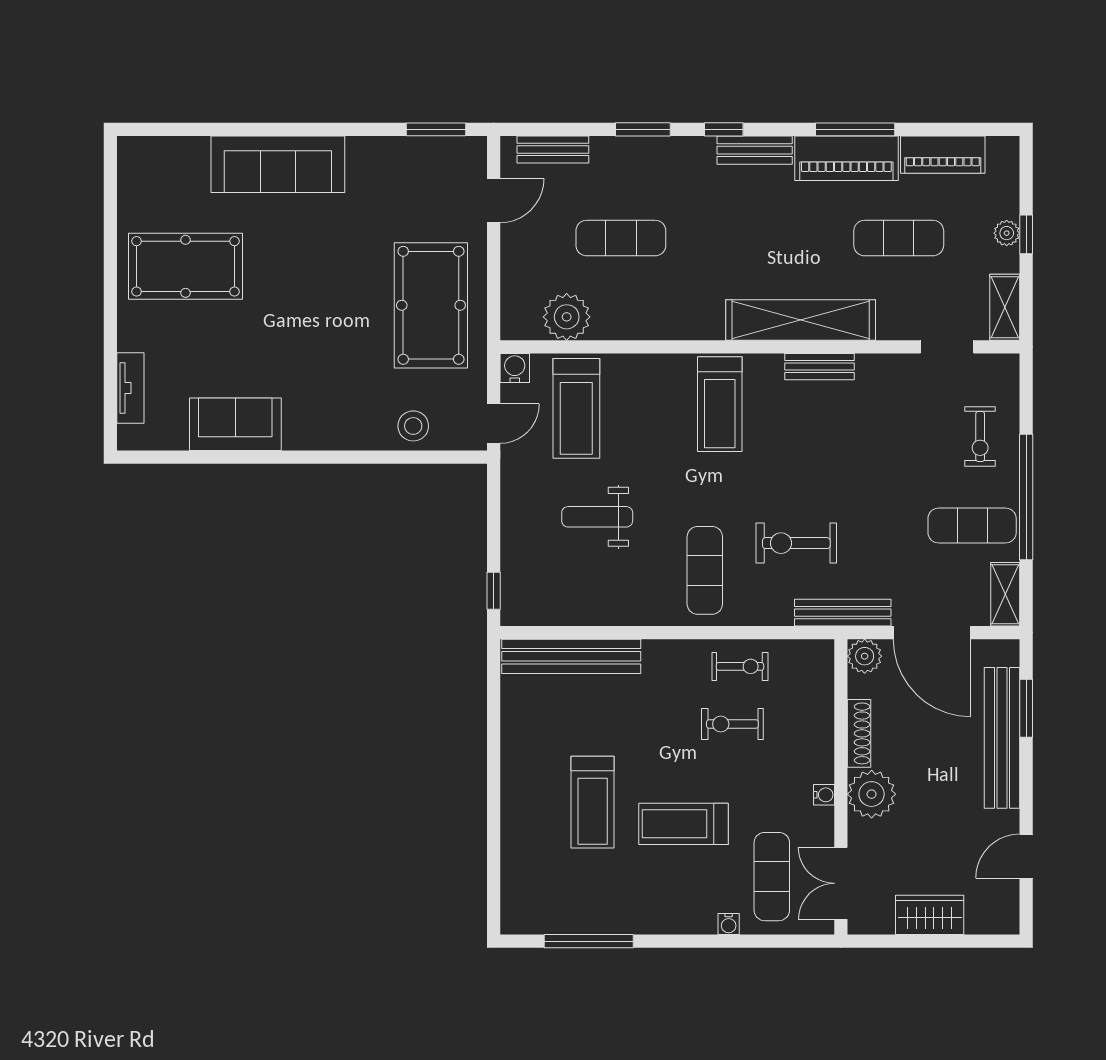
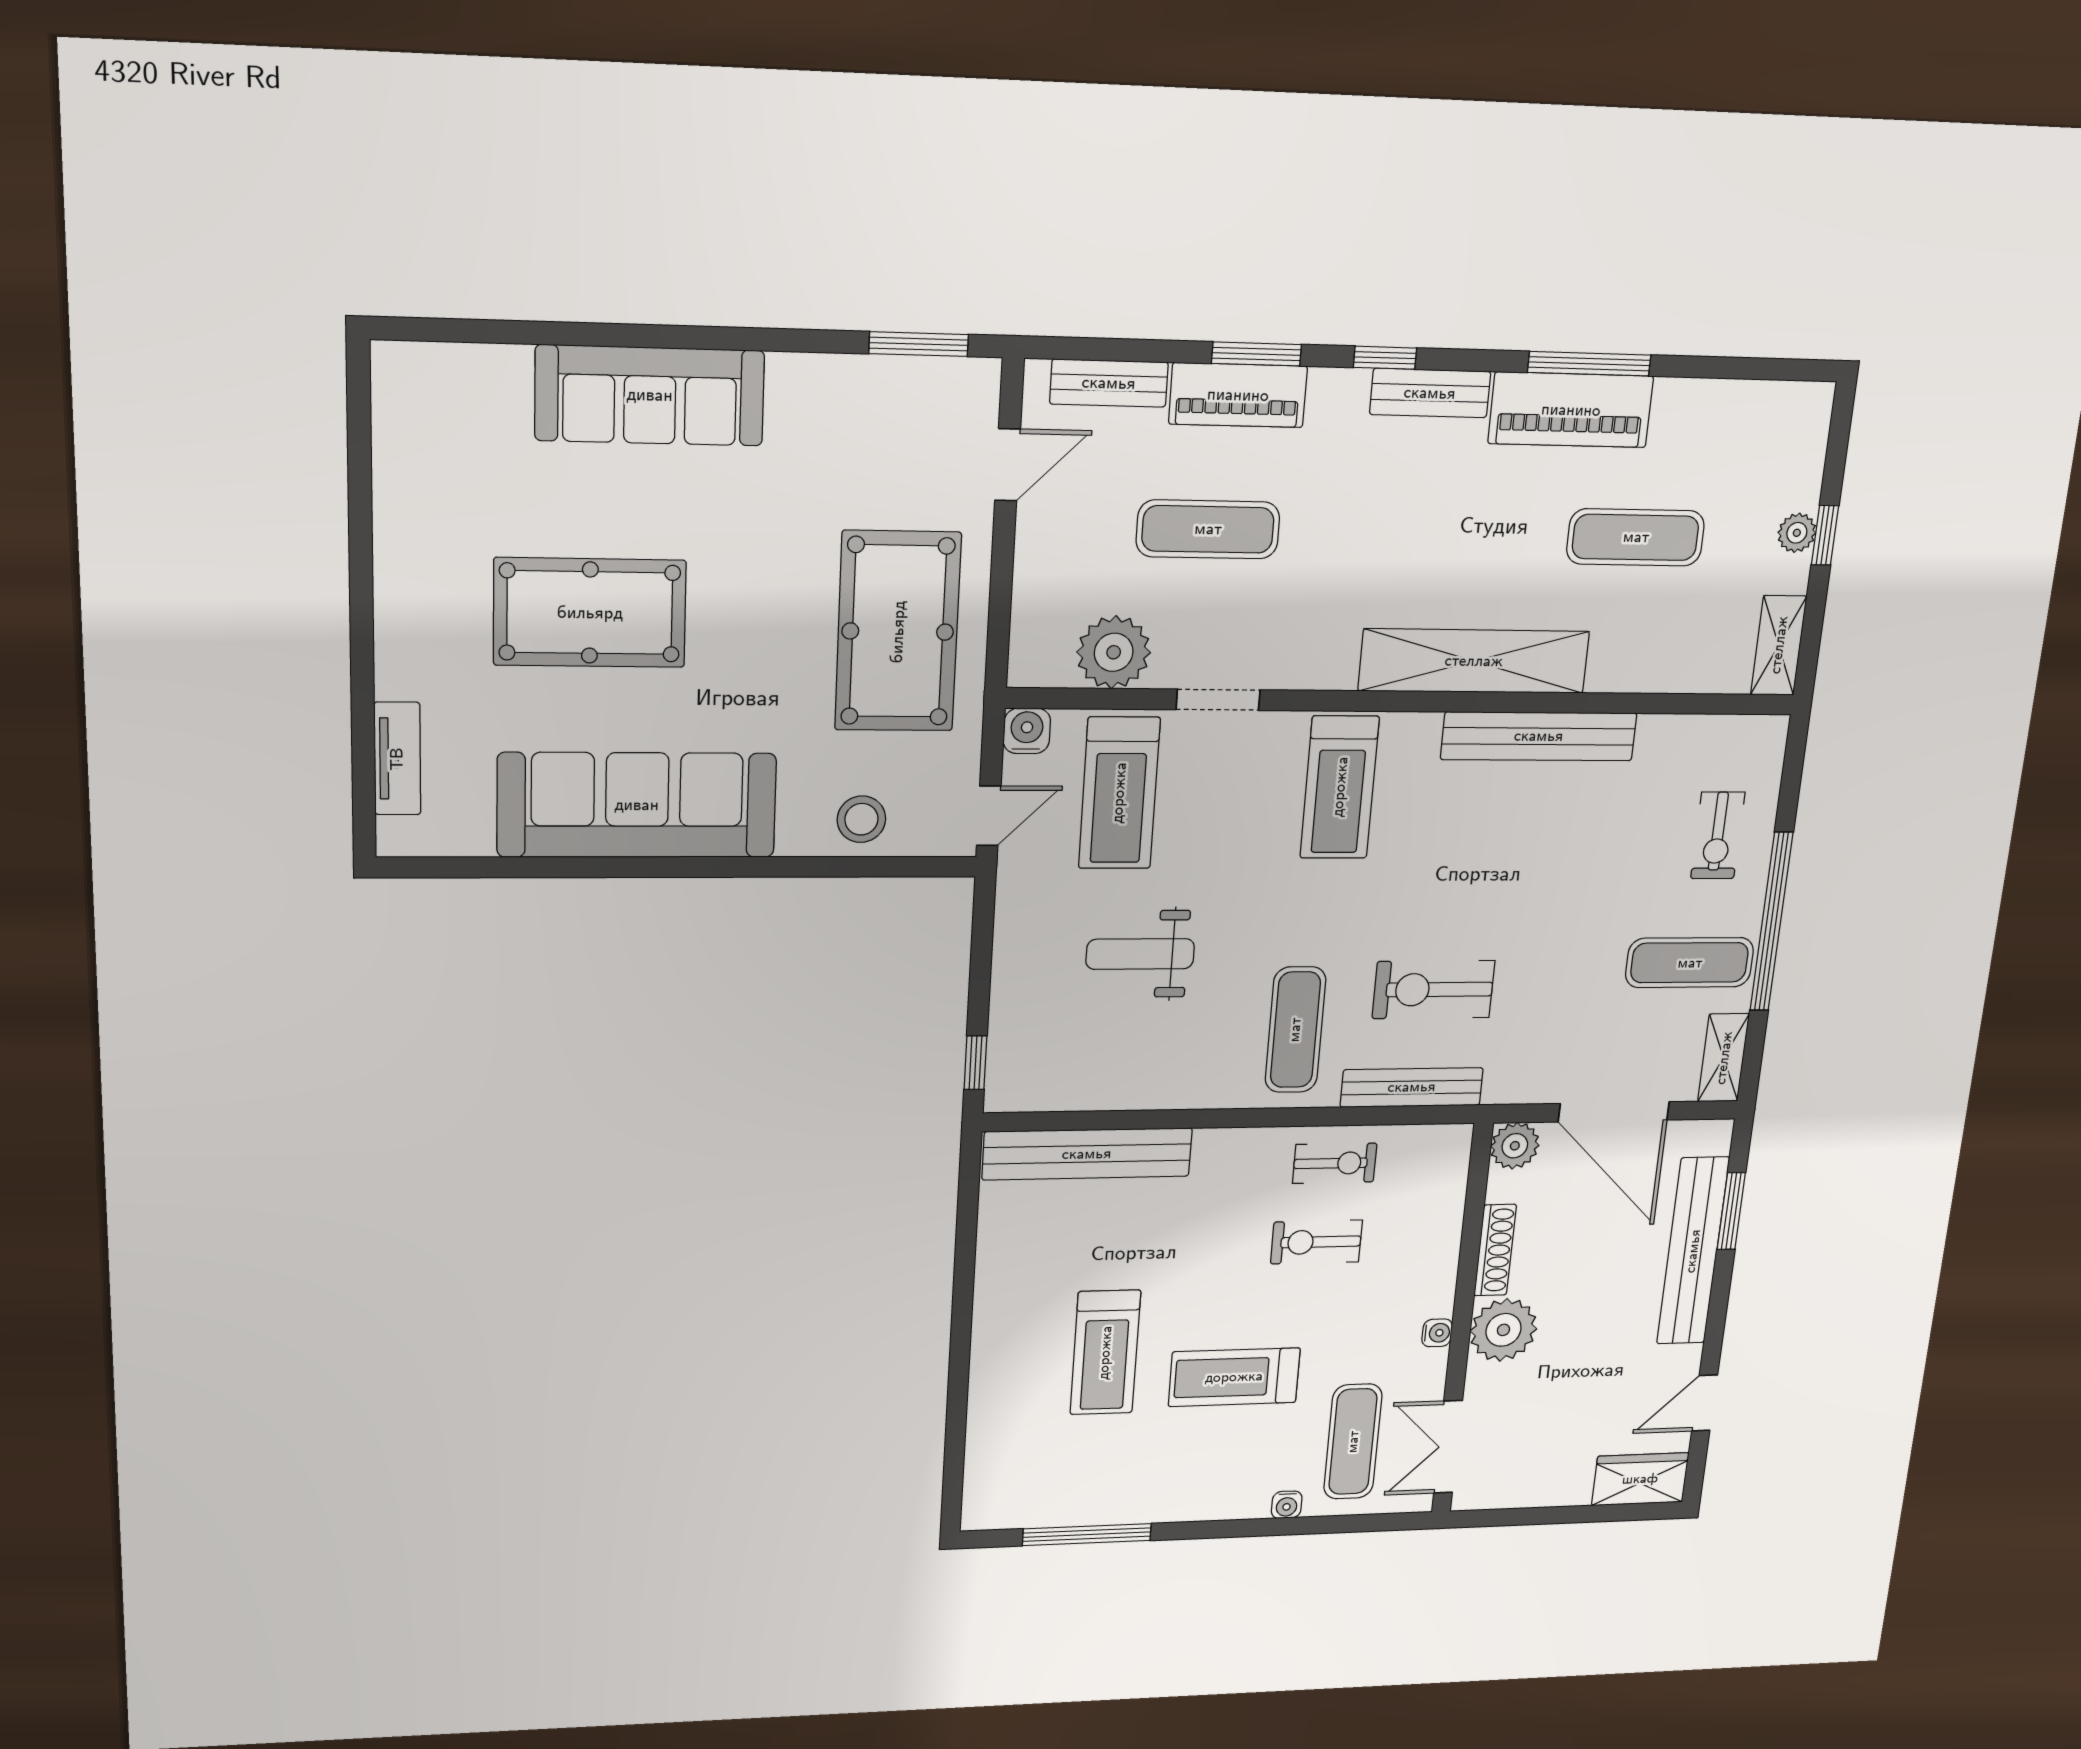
piano: (943, 155) -> (1238, 395), moved
pool table: (185, 266) -> (590, 613), moved
doorway: (947, 347) -> (1218, 700), moved
bench: (819, 367) -> (1539, 736), width x1.86, depth x1.21
sofa: (235, 424) -> (637, 805), width x1.85, depth x1.27
bench: (843, 613) -> (1412, 1087), moved
wardrobe: (930, 915) -> (1640, 1479), moved

